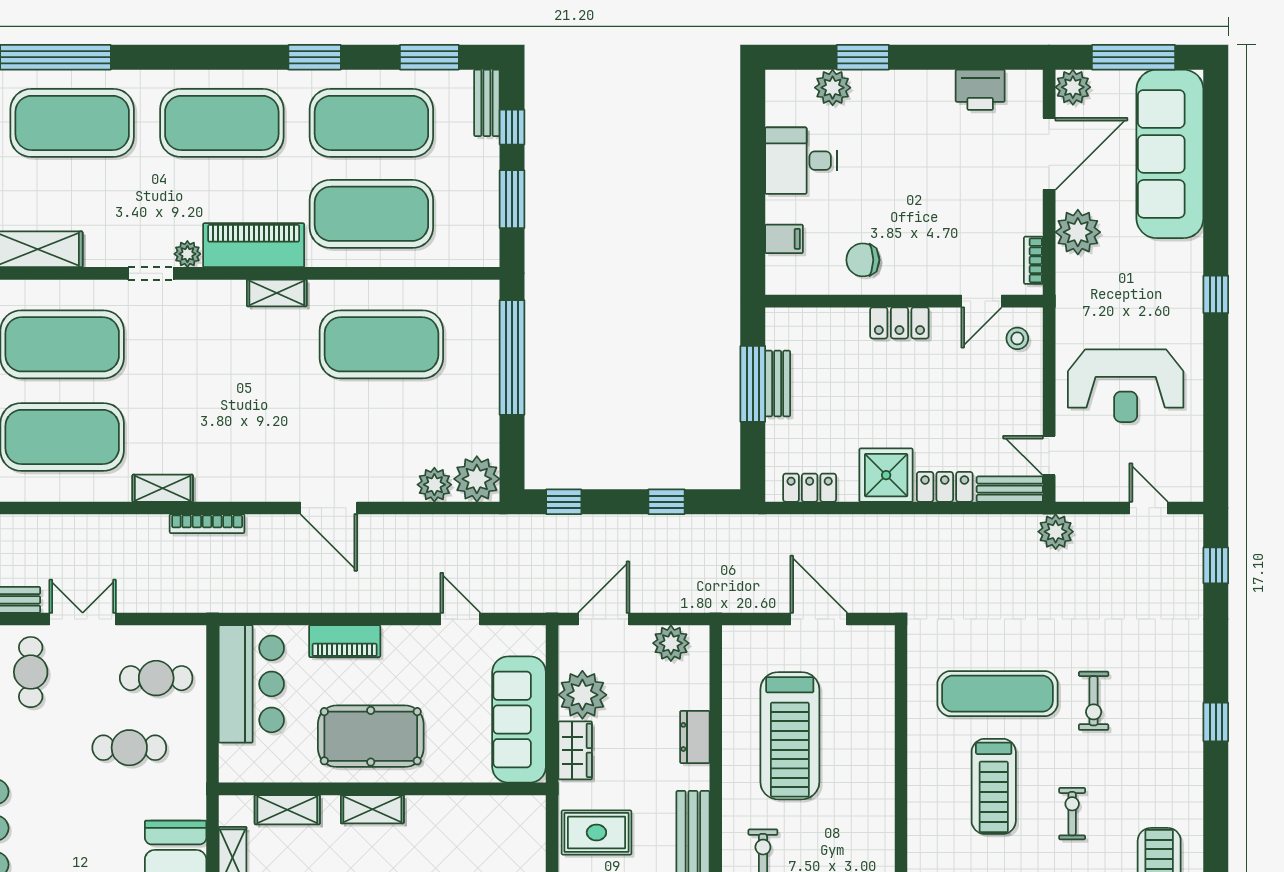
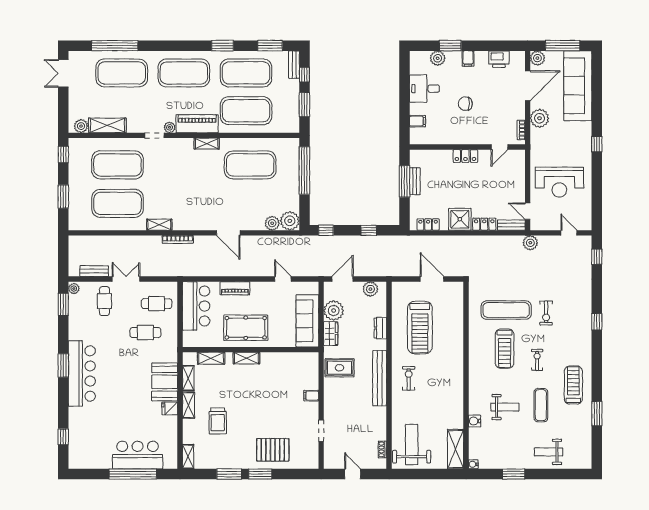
filing cabinet: (906, 88) -> (468, 59), added
chair: (863, 260) -> (465, 104), moved
stool: (1017, 338) -> (514, 162), removed

